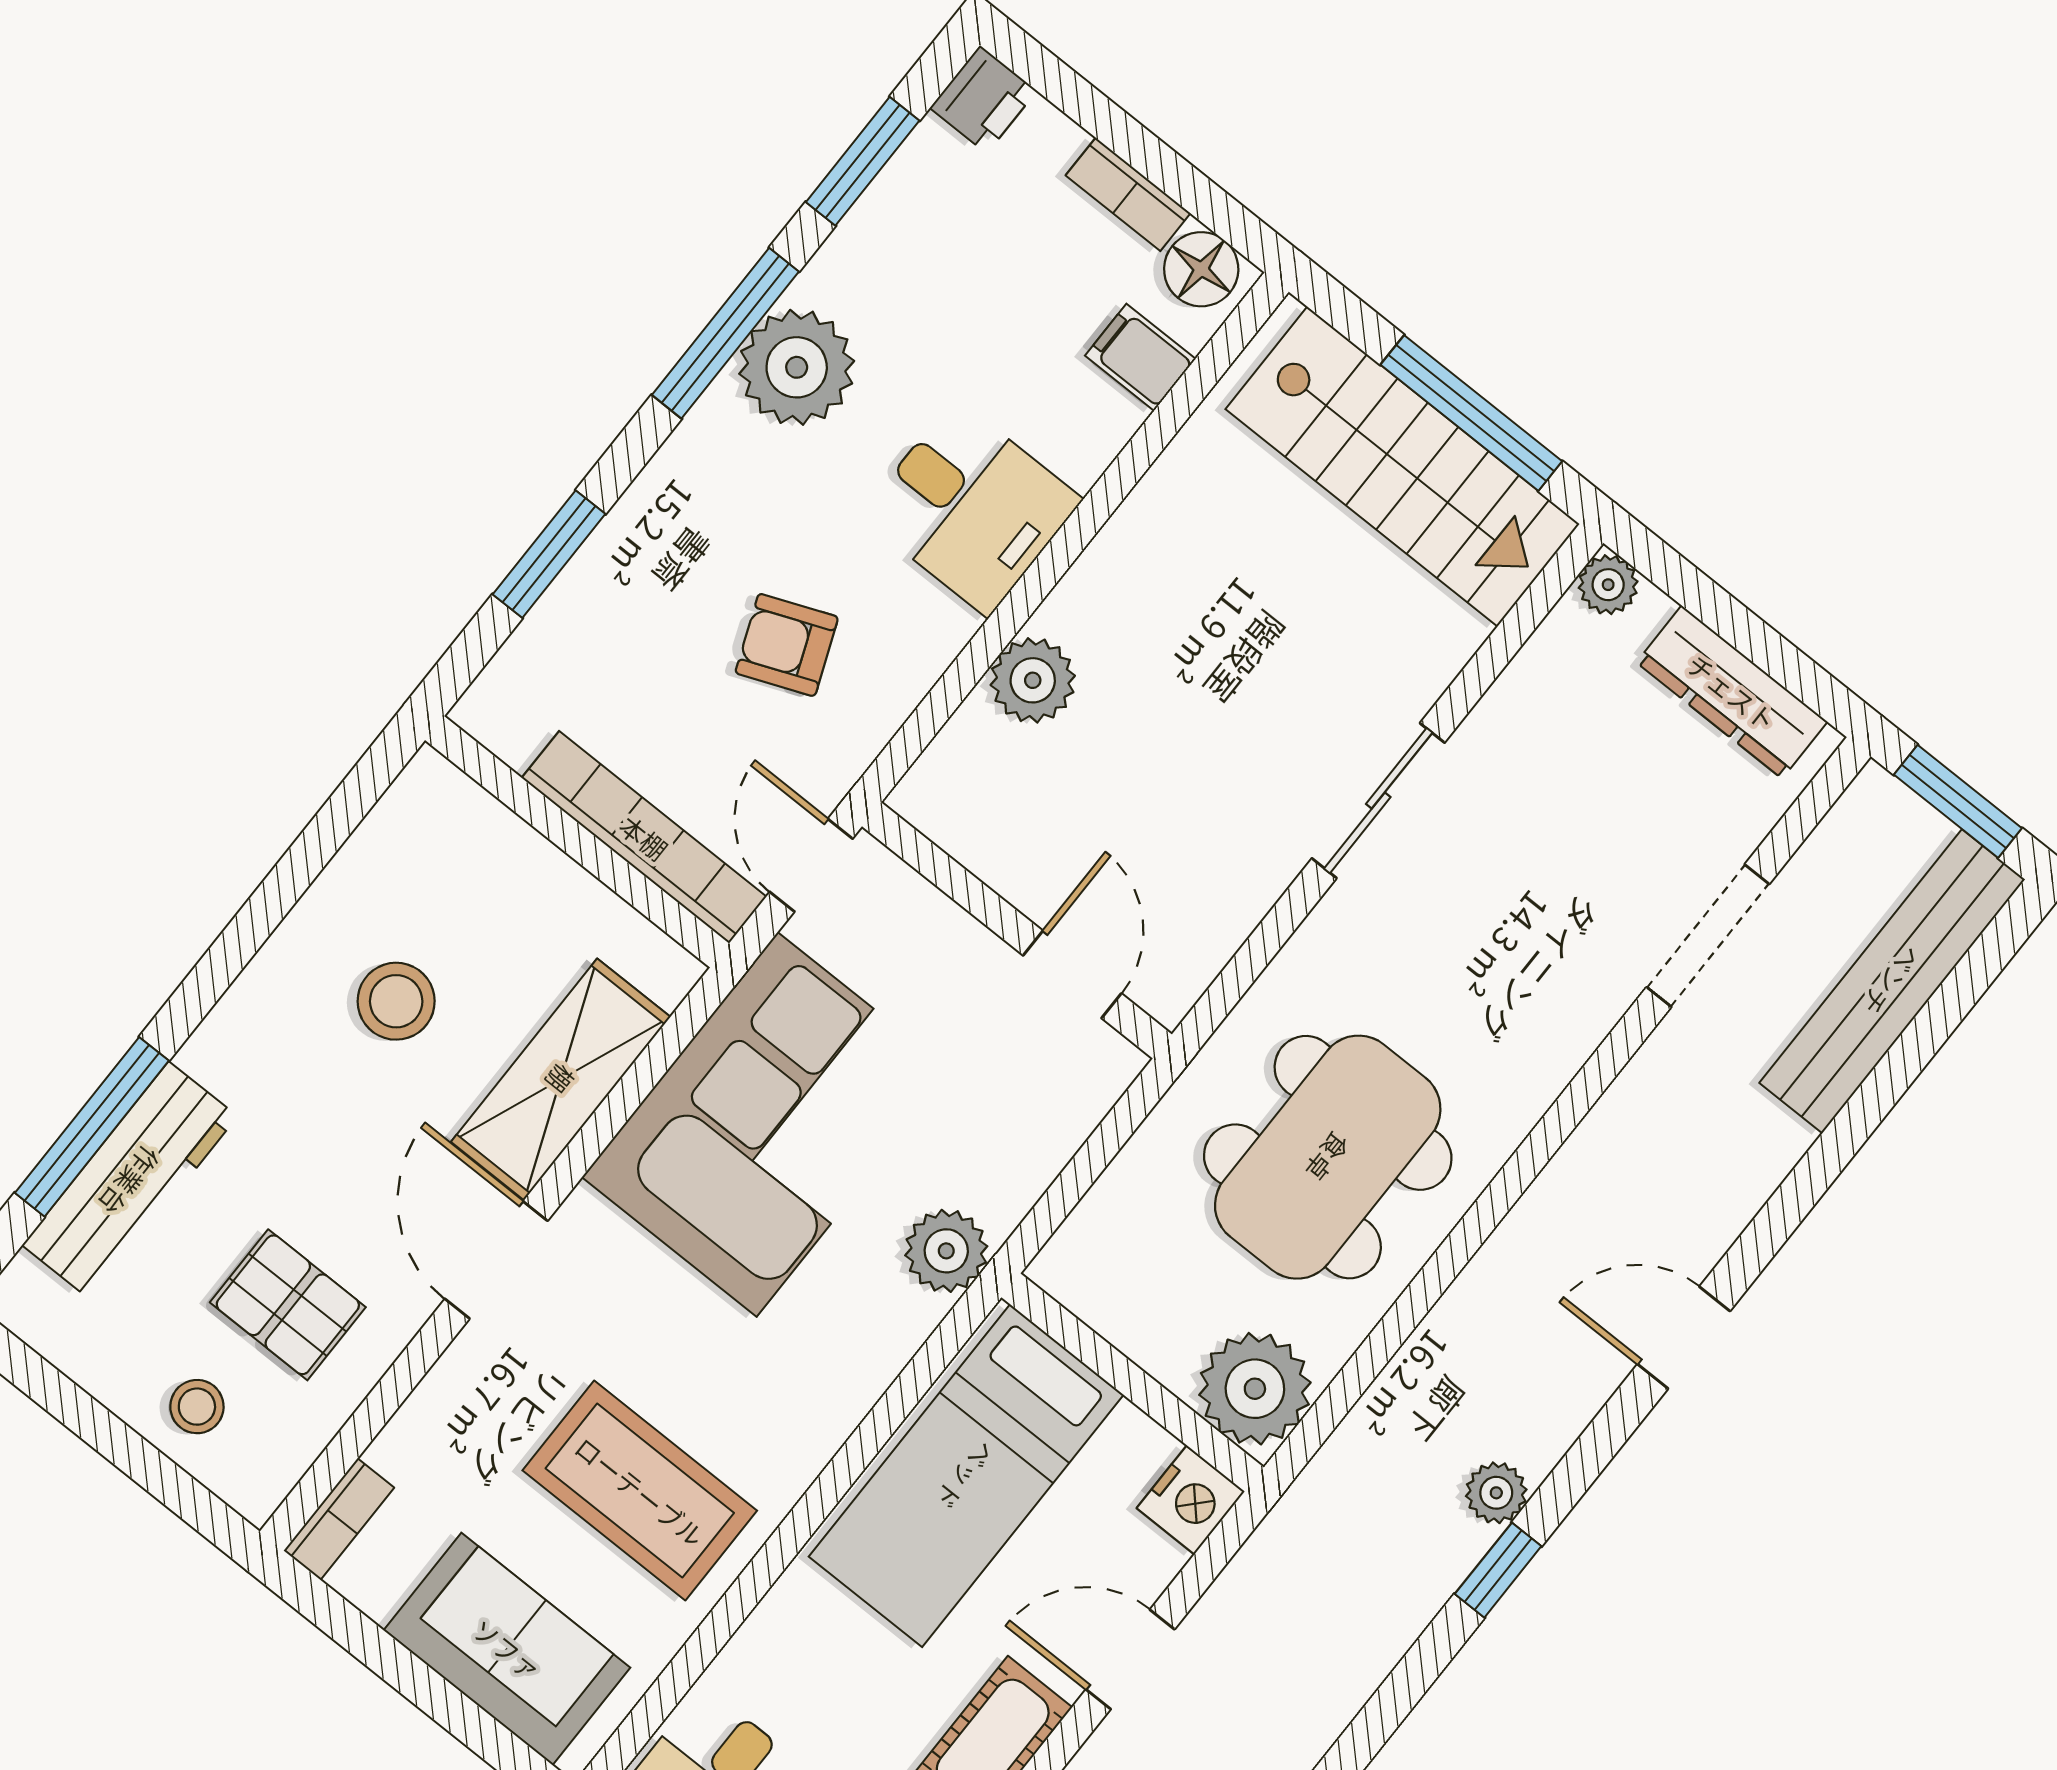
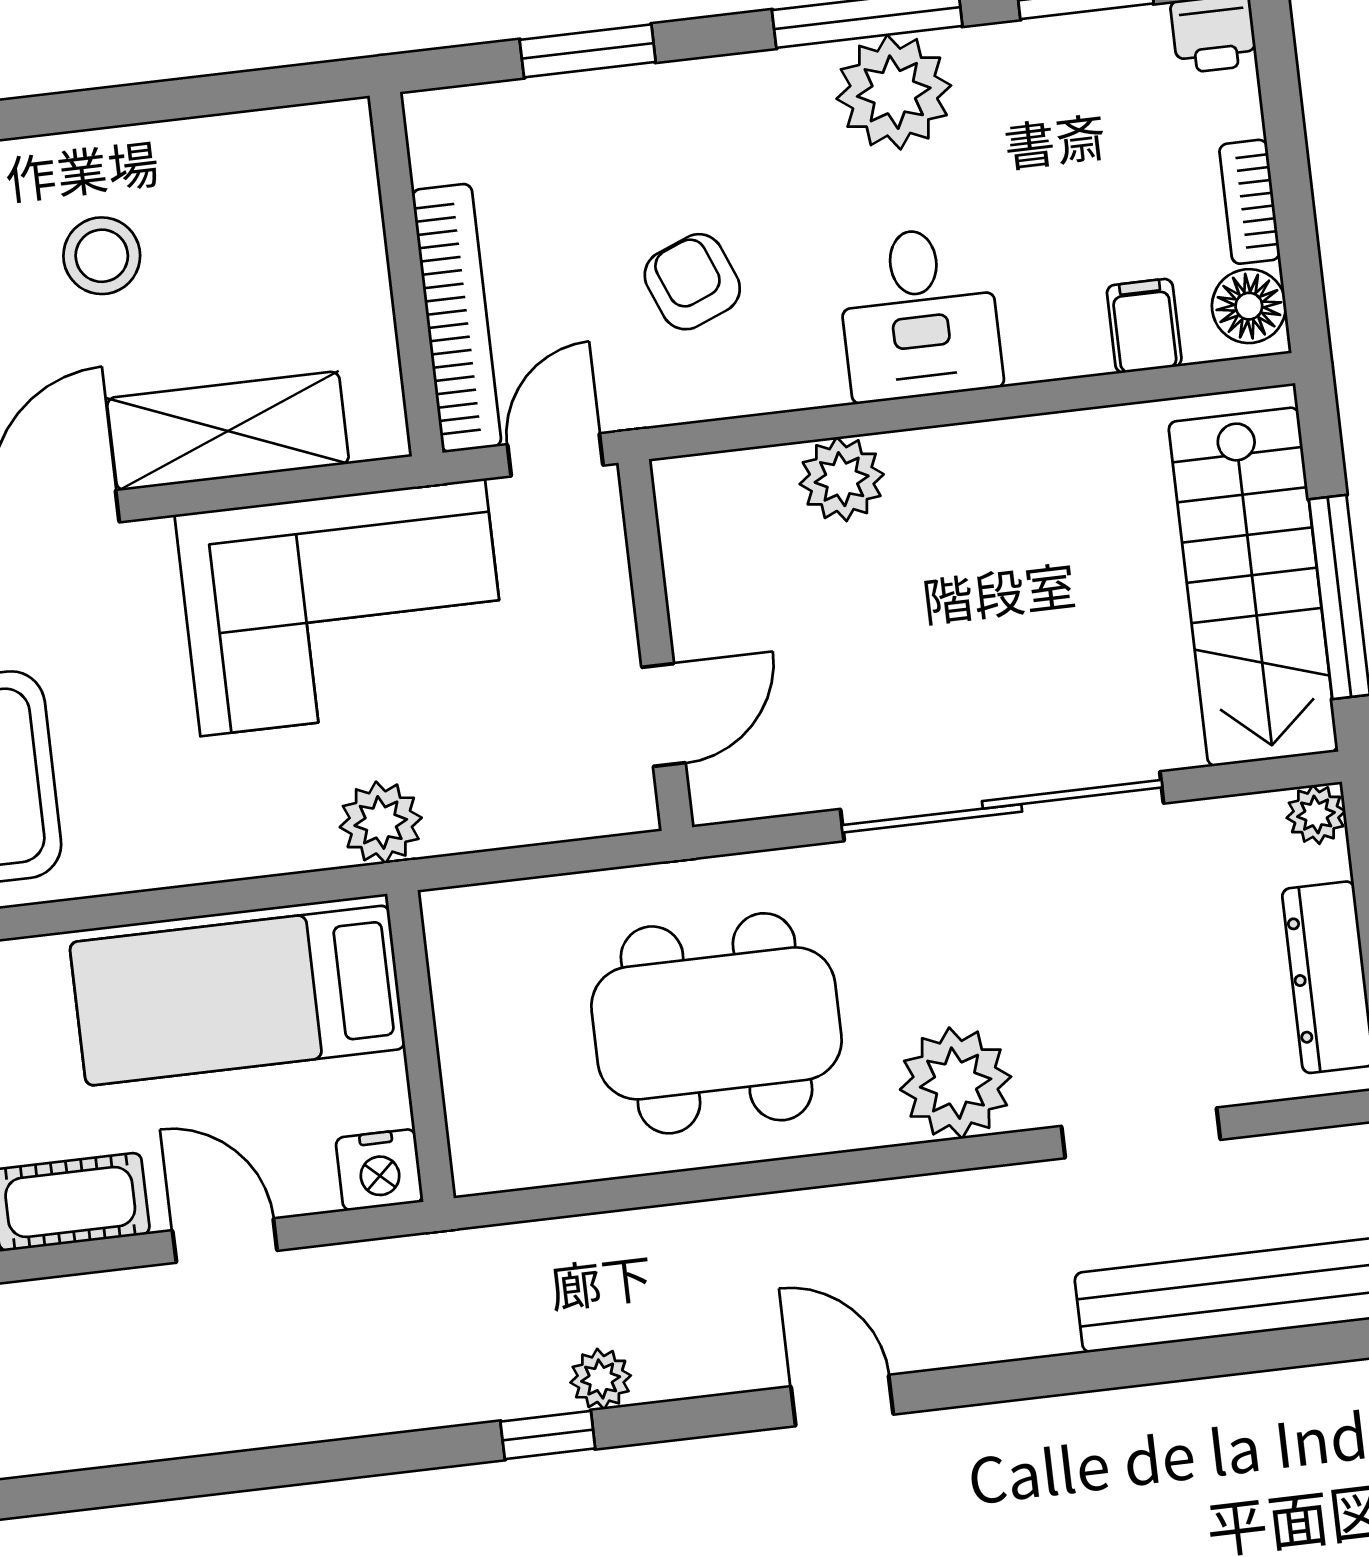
sliding door: (1378, 801) -> (1002, 806), width x1.86
stool: (396, 1001) -> (102, 256), moved
plant: (1255, 1389) -> (956, 1083), moved

